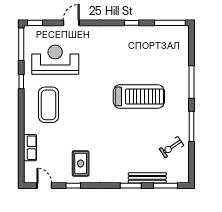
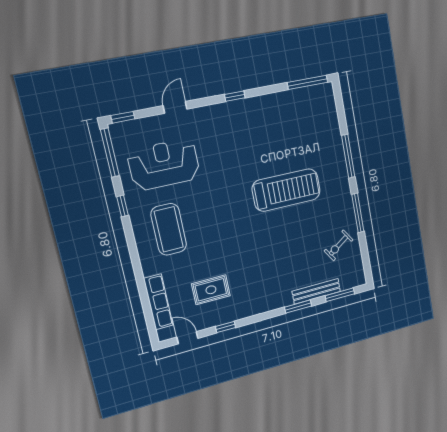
window: (132, 23) -> (235, 96), moved
row of seats: (30, 148) -> (158, 302), width x1.48
rug: (81, 163) -> (211, 290), moved, turned 90

